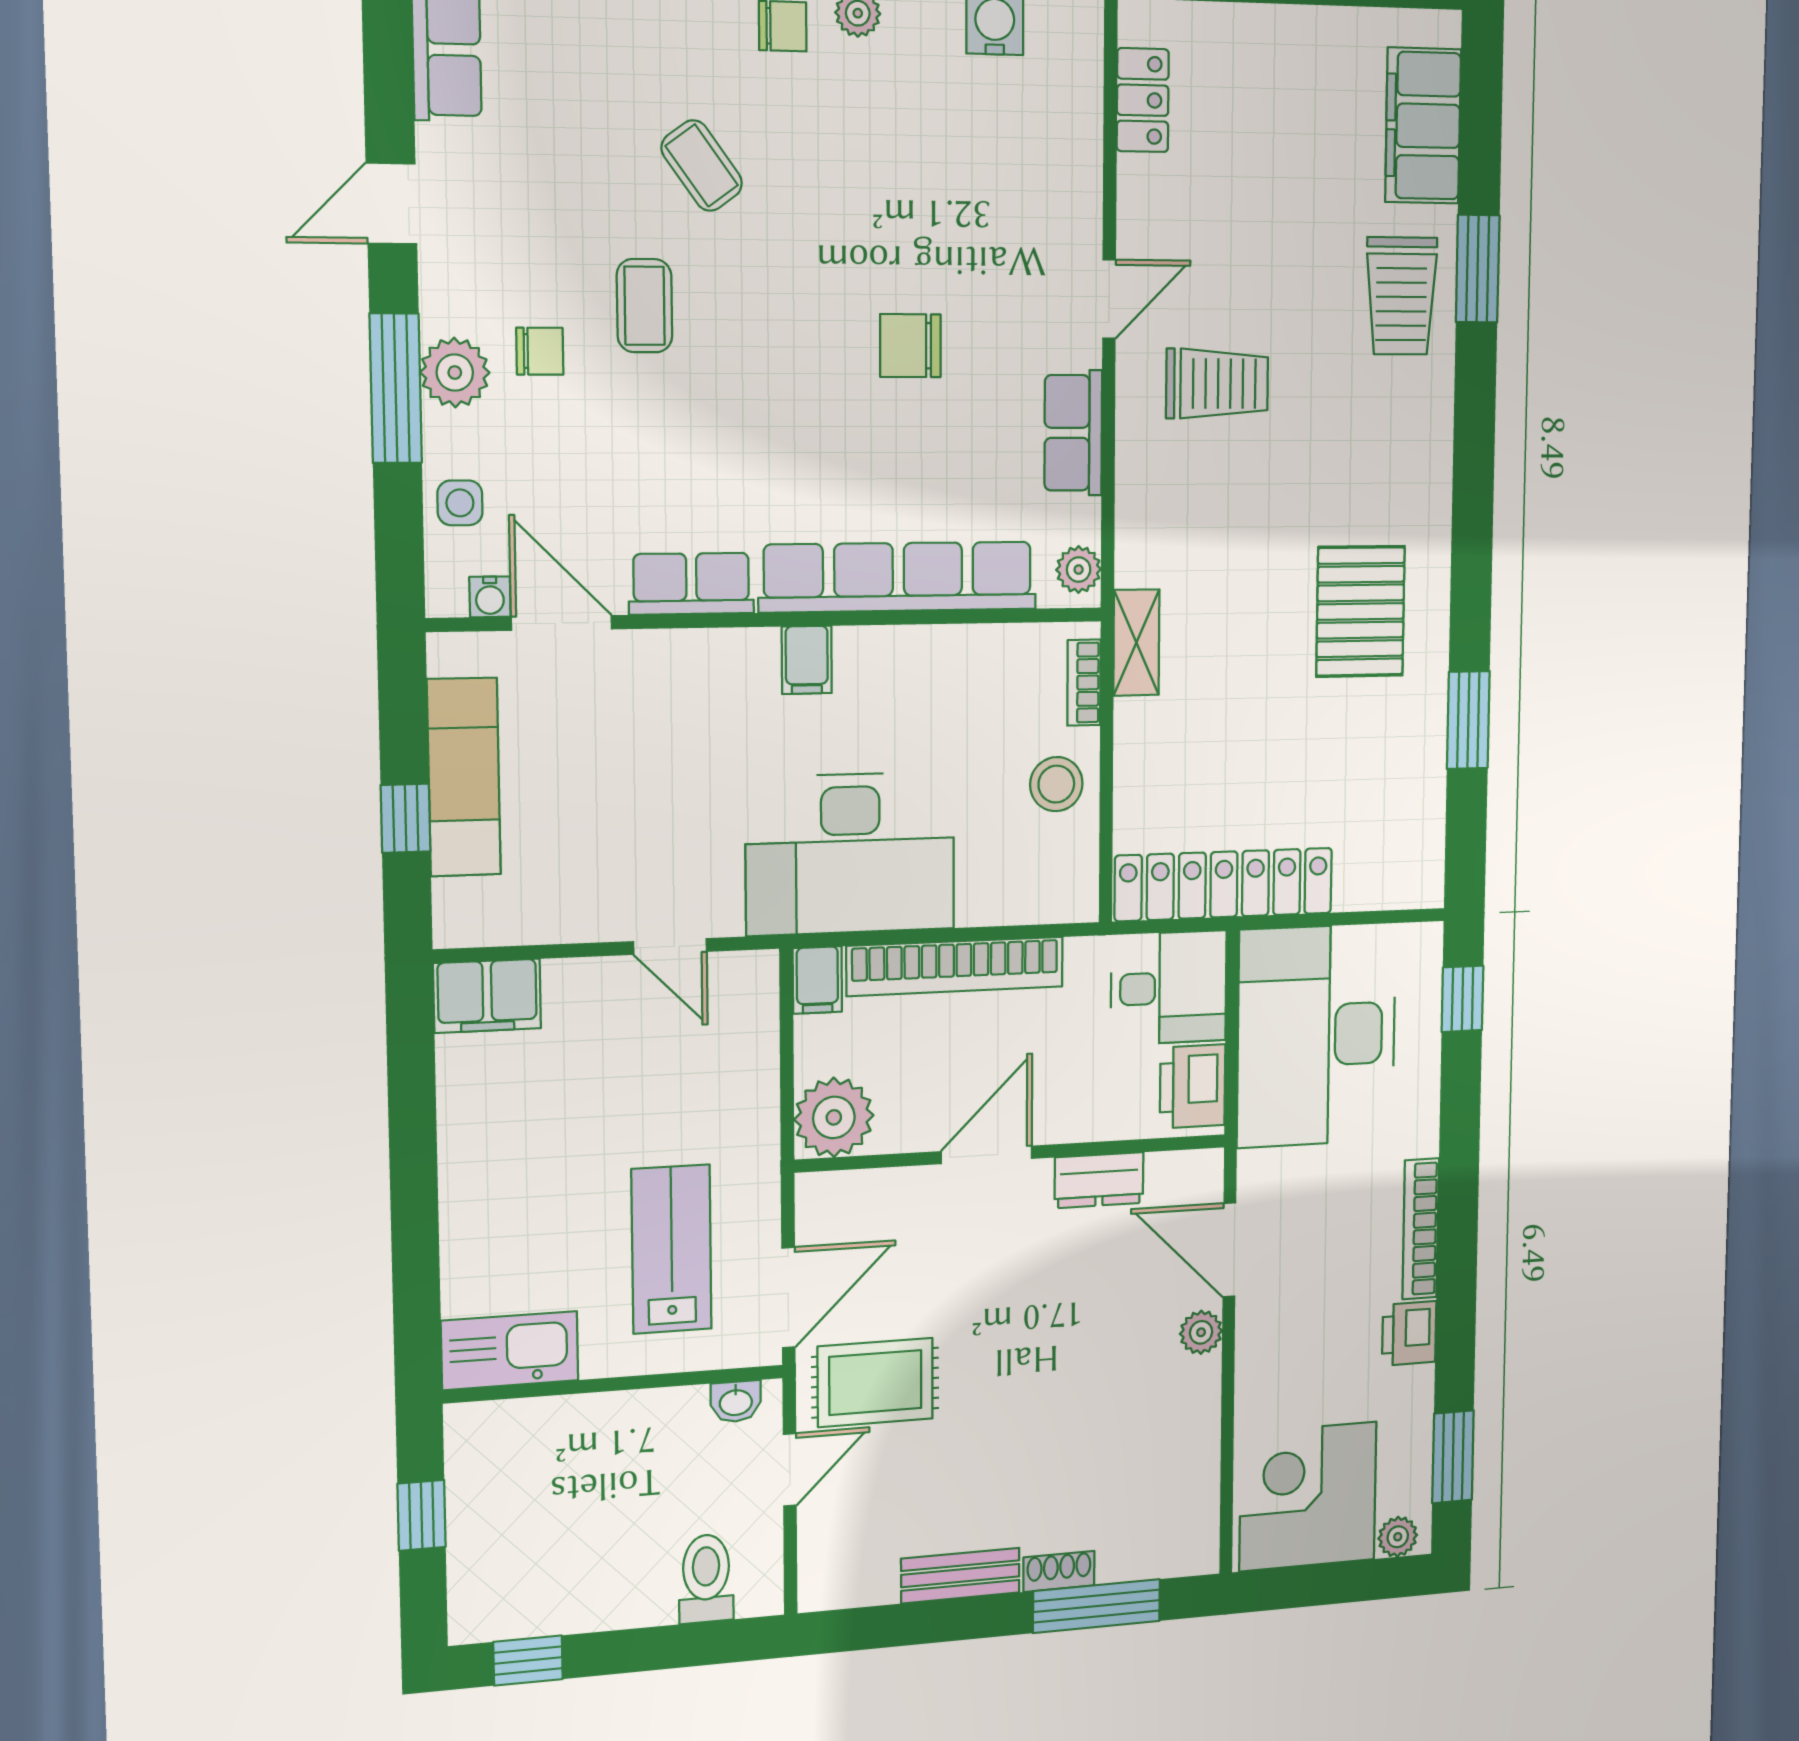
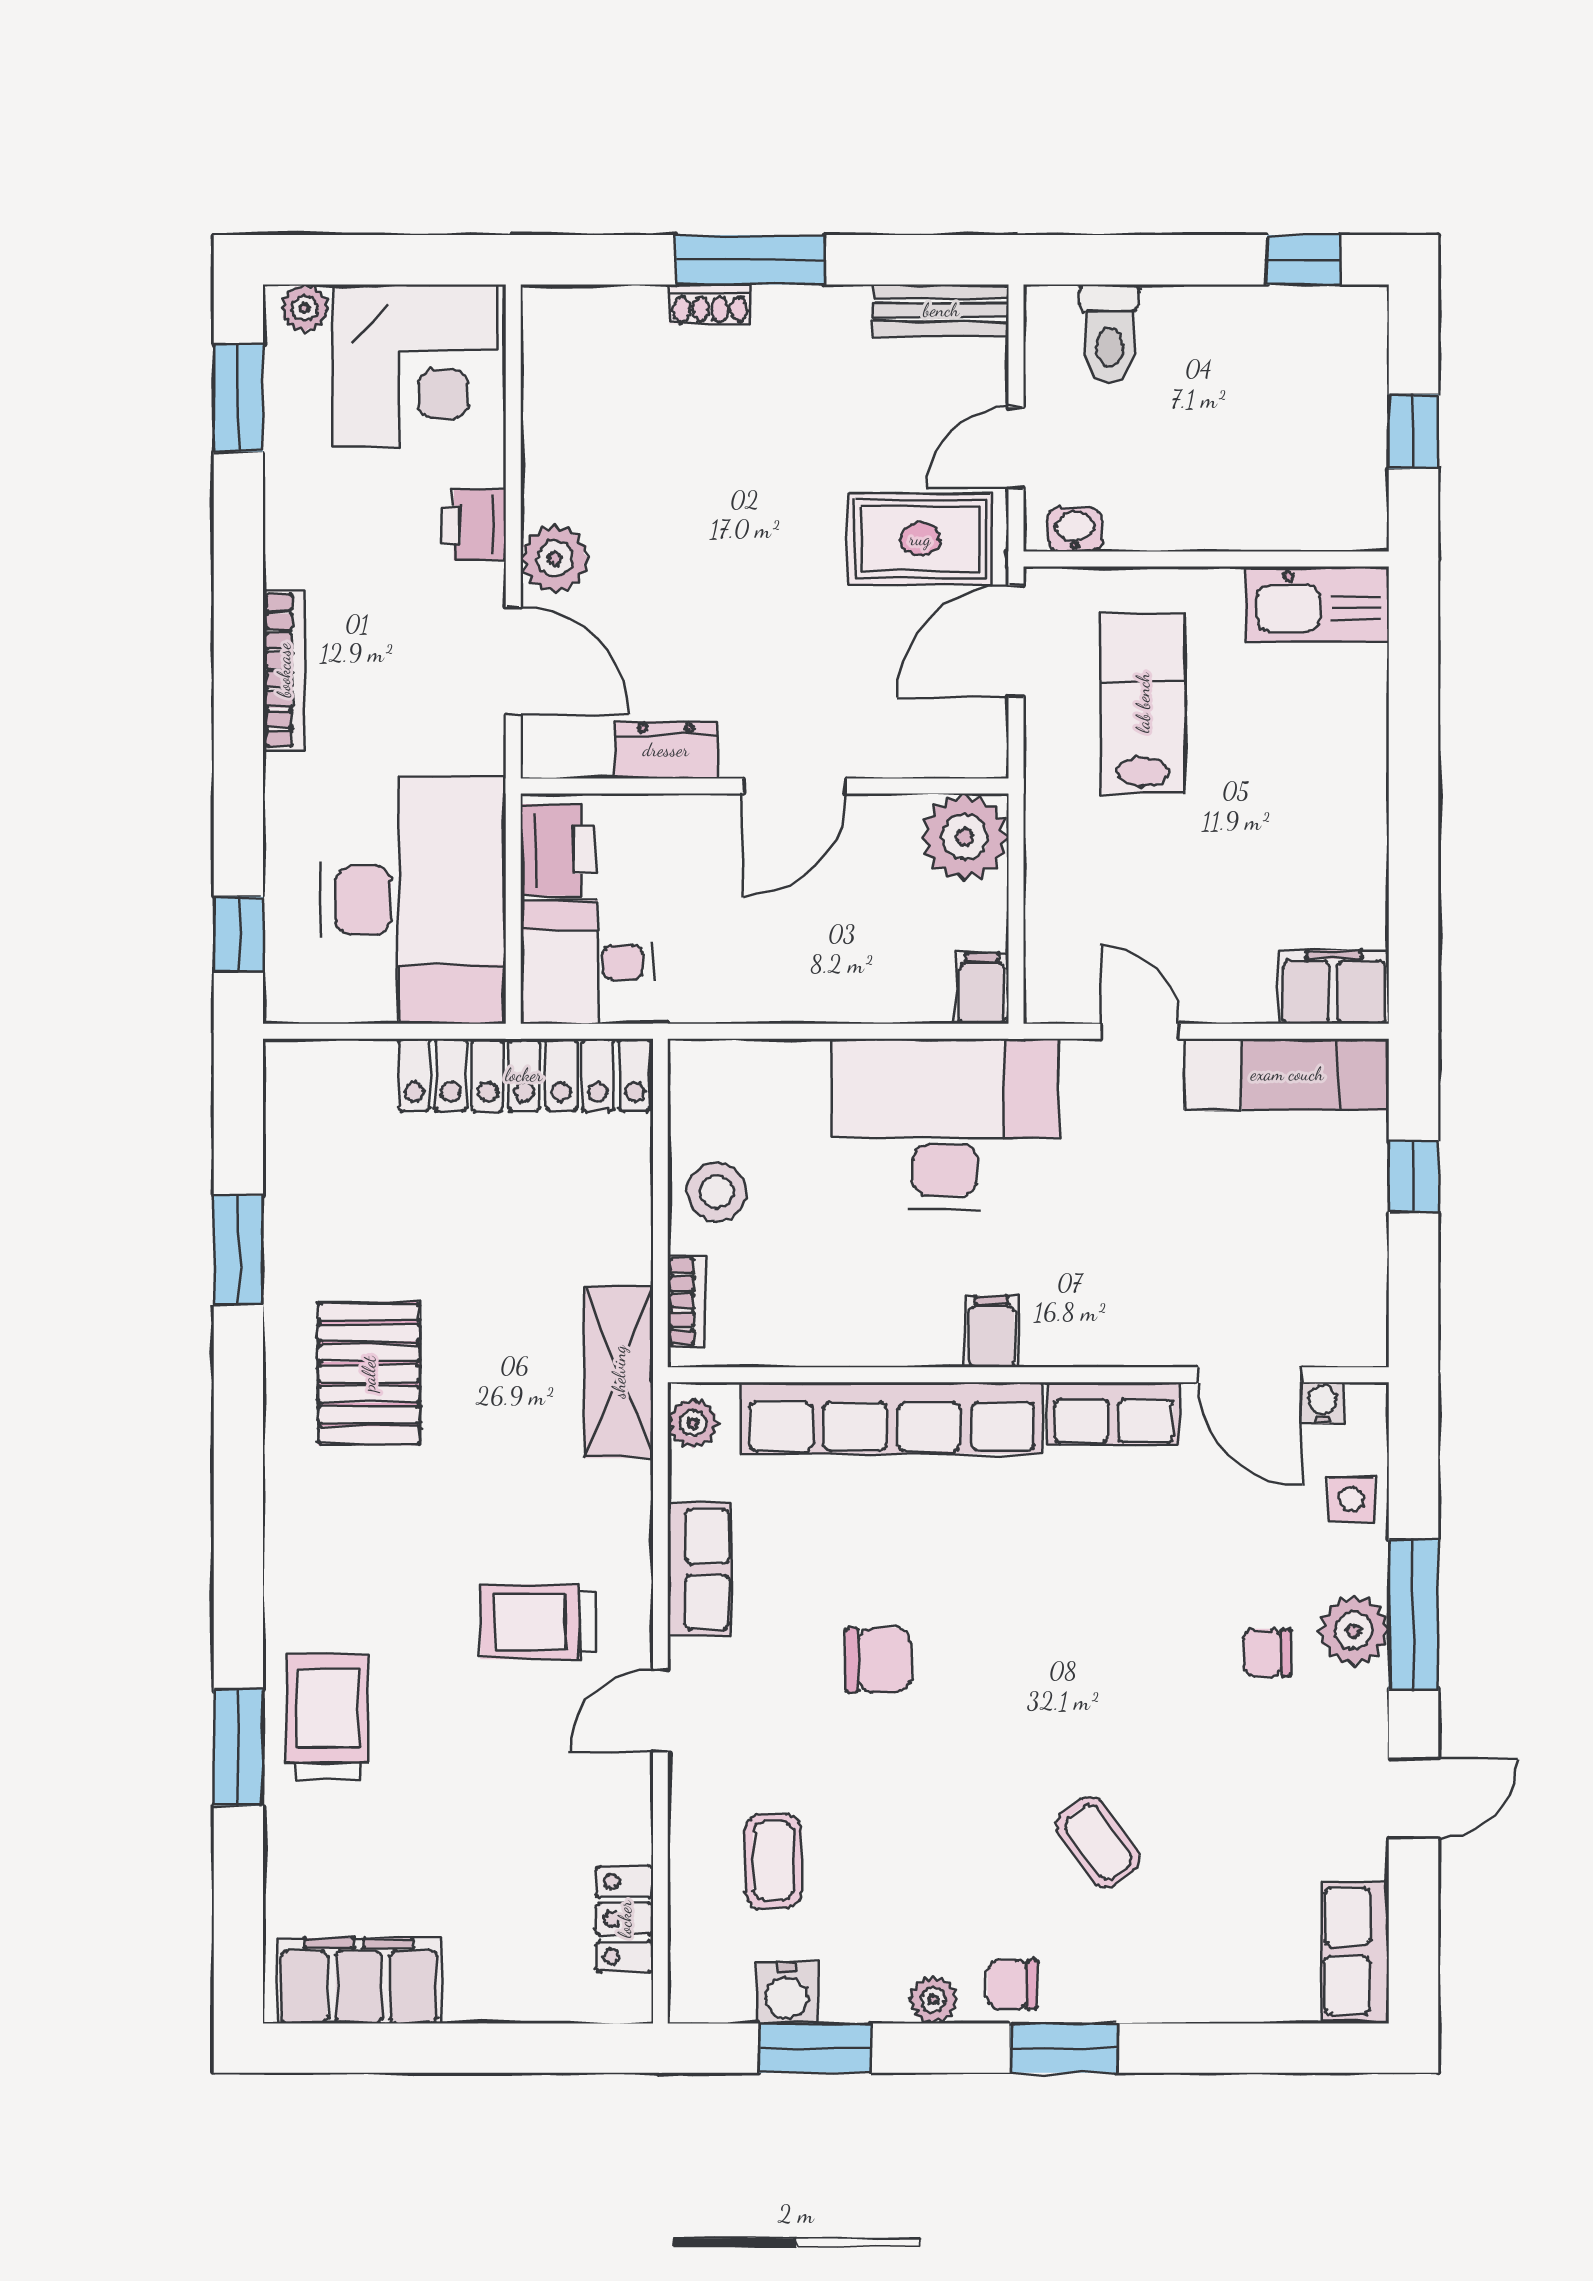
filing cabinet: (1423, 126) -> (359, 1981), moved, turned -90
coffee table: (644, 306) -> (773, 1861), moved
shelving: (1136, 643) -> (619, 1372), width x1.50, depth x1.33
exam couch: (464, 777) -> (1287, 1074), moved, turned -90
bookcase: (955, 966) -> (830, 997), removed
lab bench: (672, 1249) -> (1143, 703), turned 180
plant: (1201, 1332) -> (555, 559), width x1.38, depth x1.38
printer: (1409, 1333) -> (473, 525), moved, turned 180
bench: (960, 1576) -> (941, 310), moved
window: (1097, 1606) -> (749, 260), moved

